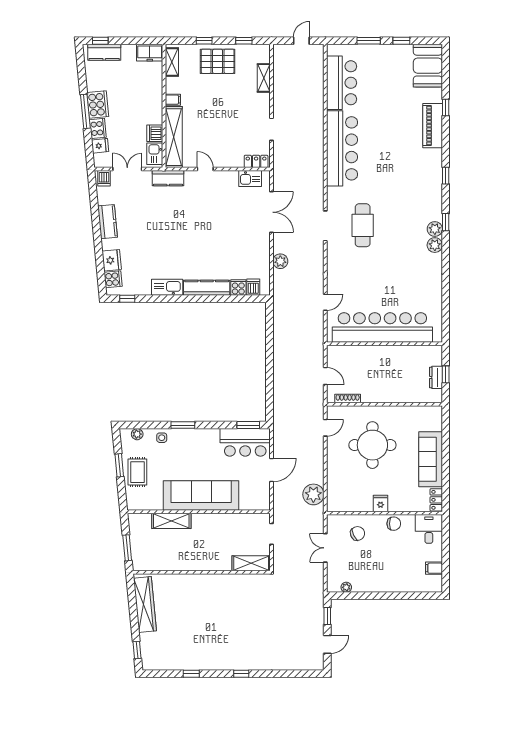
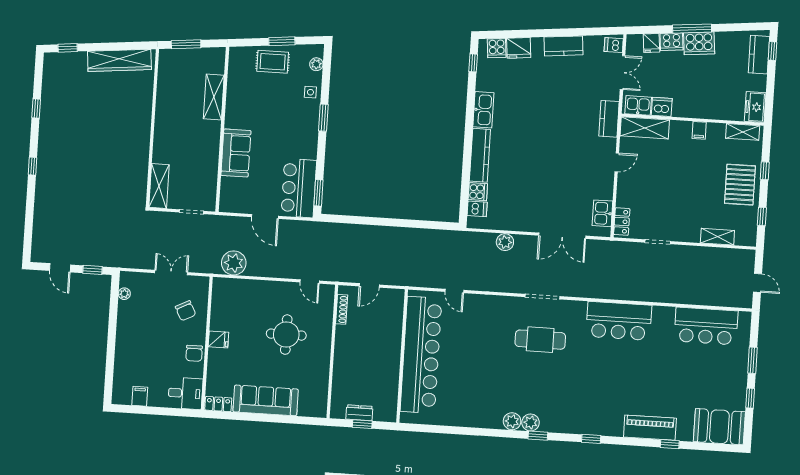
shelving: (174, 137) -> (645, 128), width x0.68
bar counter: (342, 148) -> (619, 321), width x0.73
round table: (372, 445) -> (286, 335), width x0.73, depth x0.73
sofa: (201, 496) -> (236, 153), width x0.54, depth x0.79

